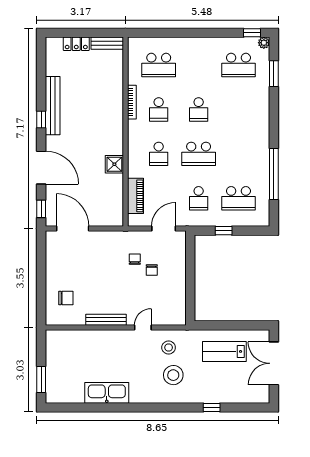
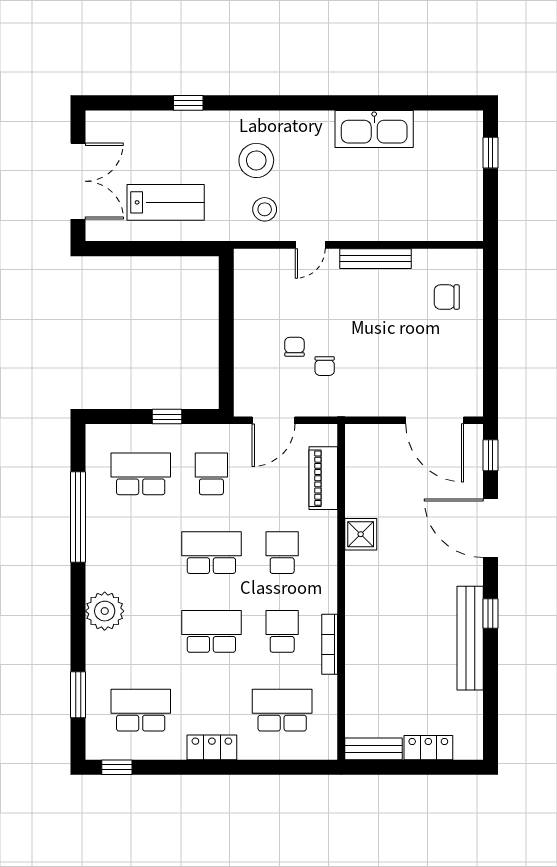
plant: (264, 43) -> (105, 611), moved, width x1.88, depth x1.88
locker: (198, 44) -> (212, 747), added
school desk: (199, 109) -> (211, 631), width x1.85
window: (41, 379) -> (490, 153), width x0.67

